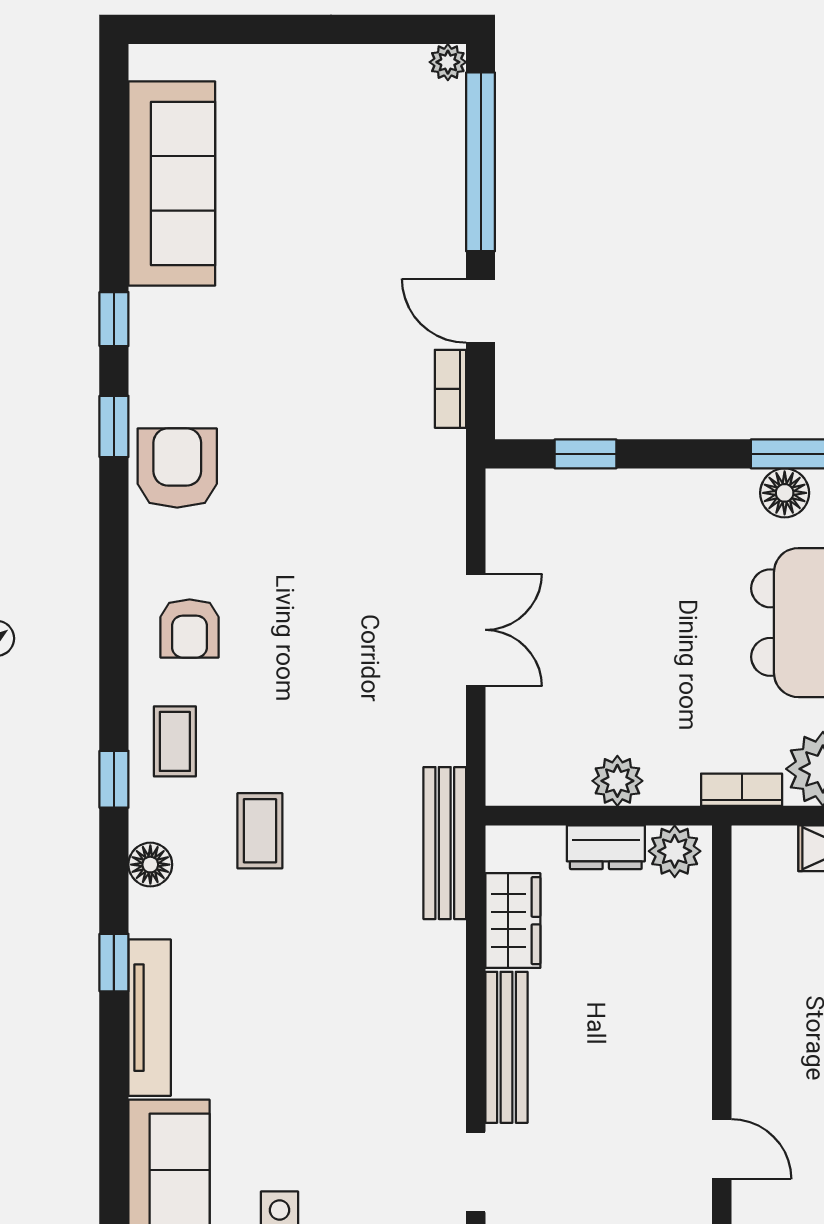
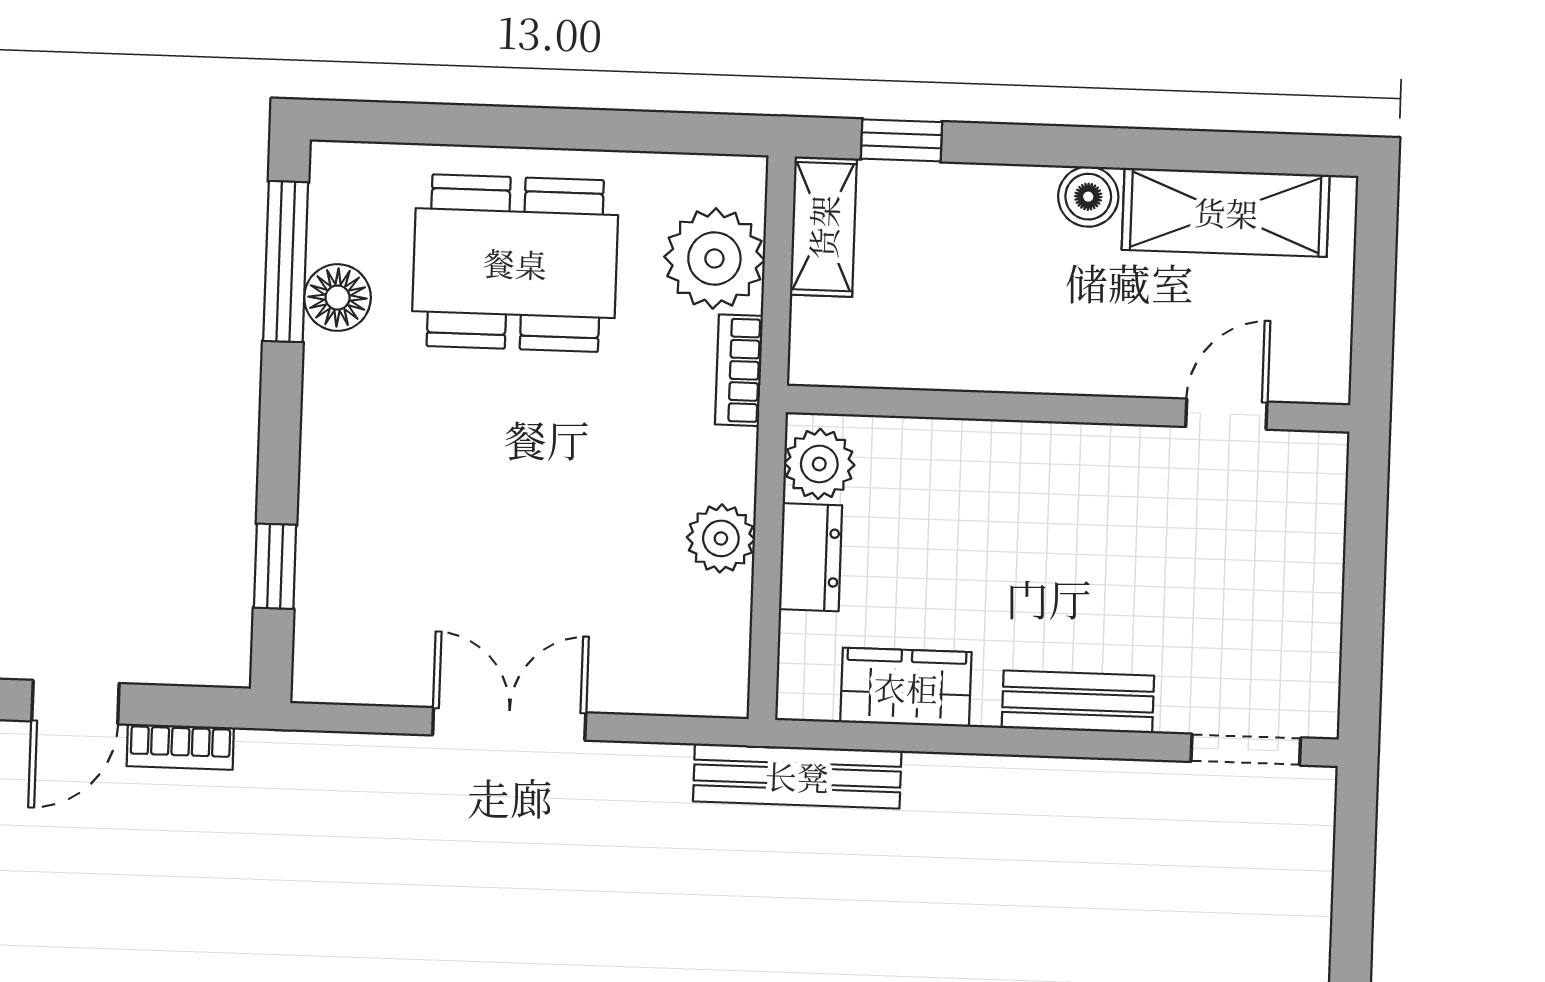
bench: (506, 1047) -> (1078, 702), width x0.73

